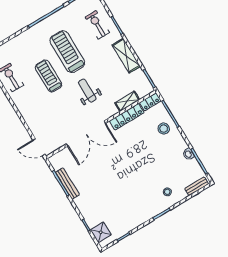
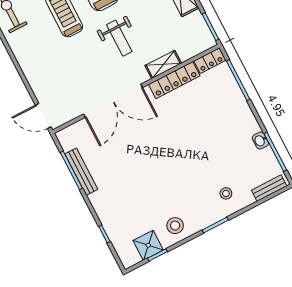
weight bench: (87, 91) -> (119, 38), turned 180
shelving: (127, 101) -> (163, 64), moved
stool: (164, 129) -> (175, 226), moved
shower: (101, 232) -> (148, 245), moved

